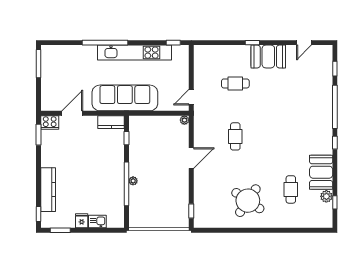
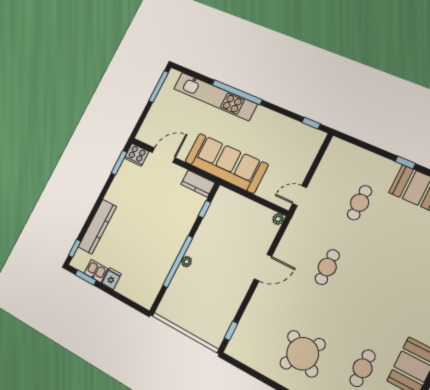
kitchen unit: (135, 53) -> (215, 96), moved
cafe table: (235, 83) -> (360, 203), turned 90
kitchen sink: (97, 222) -> (96, 271), moved

